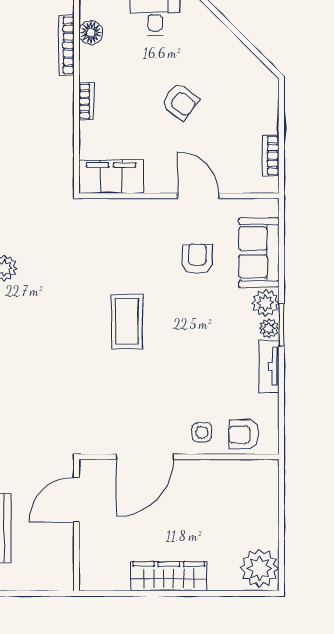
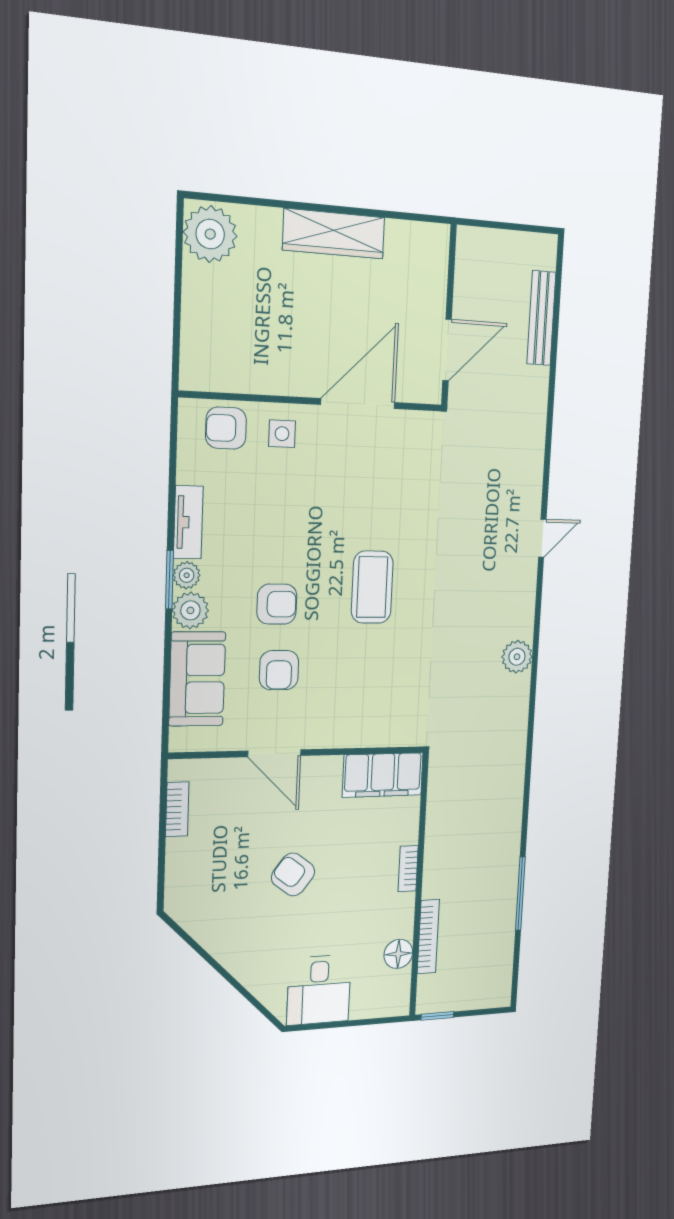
armchair: (201, 308) -> (277, 604), added
armchair: (244, 434) -> (226, 428), turned 180

